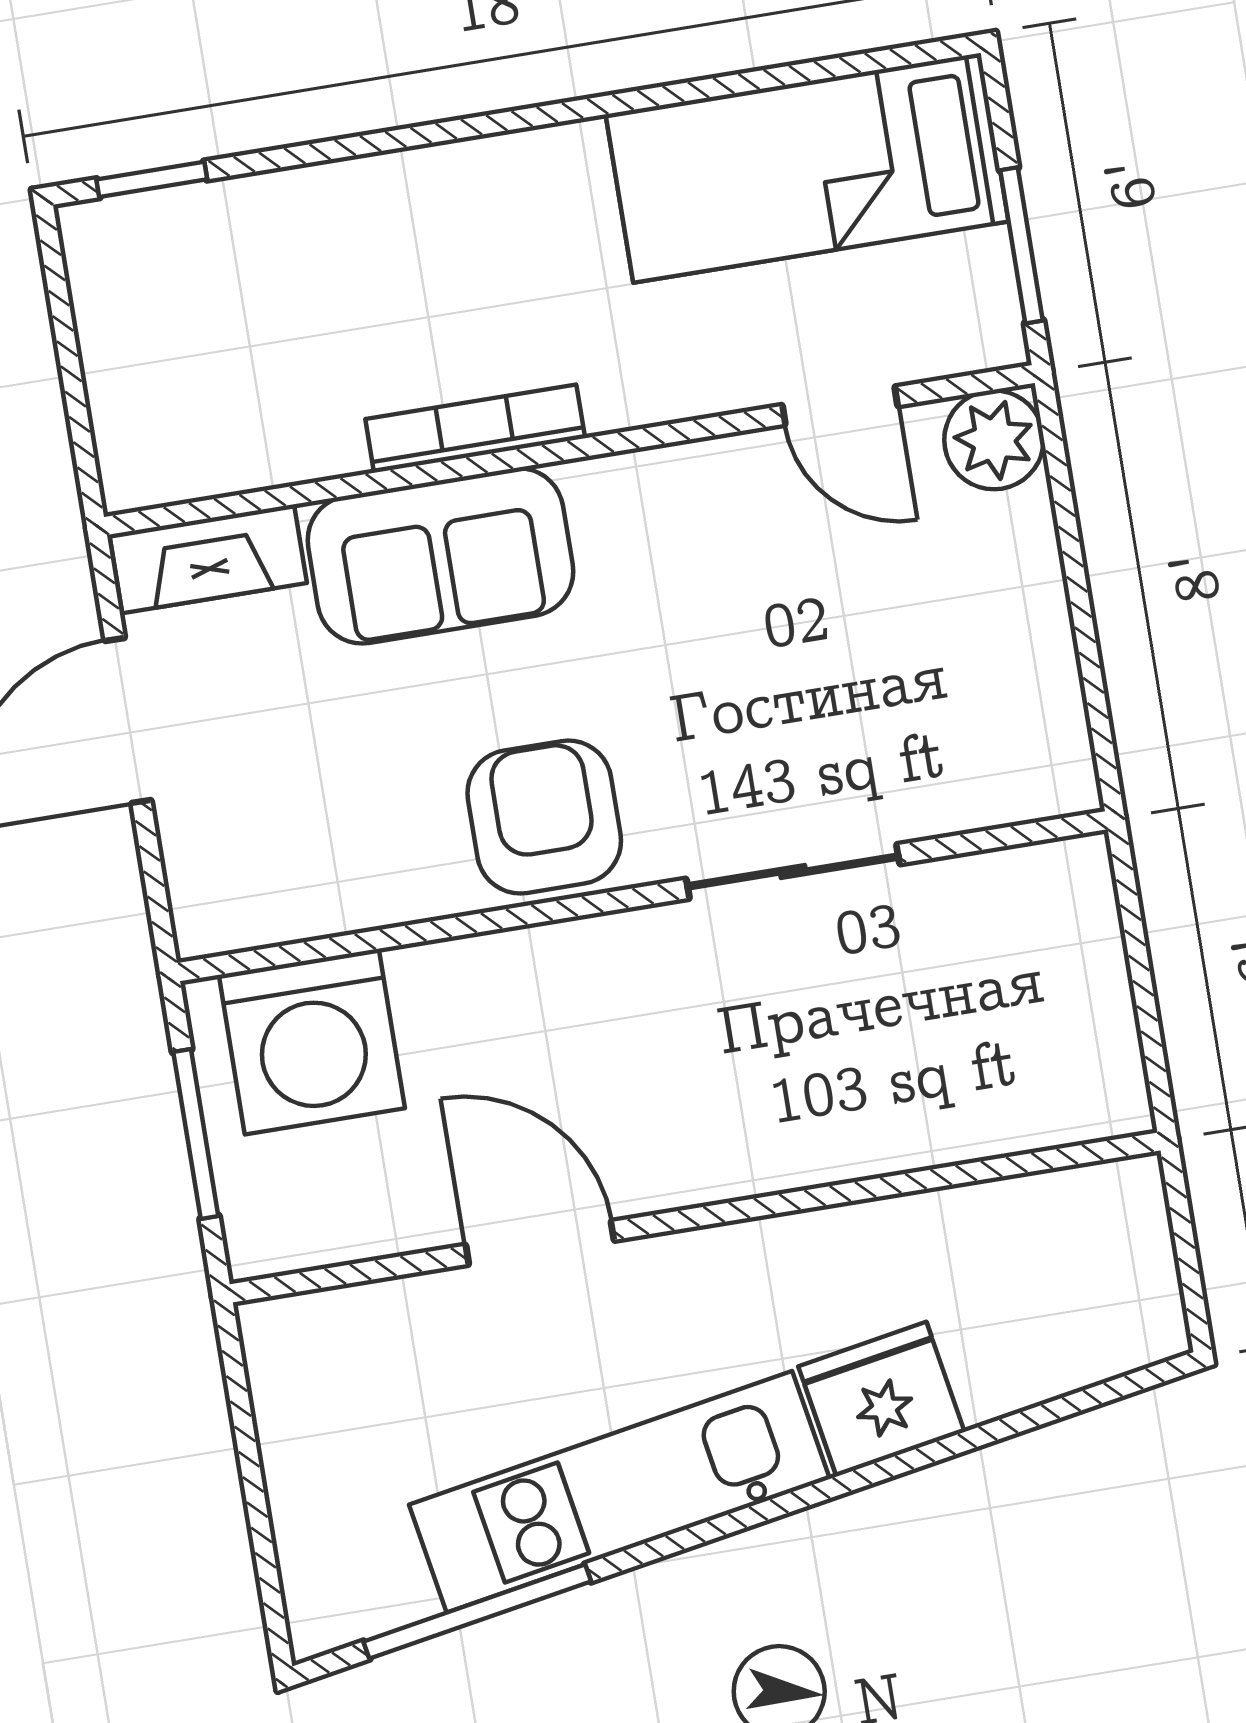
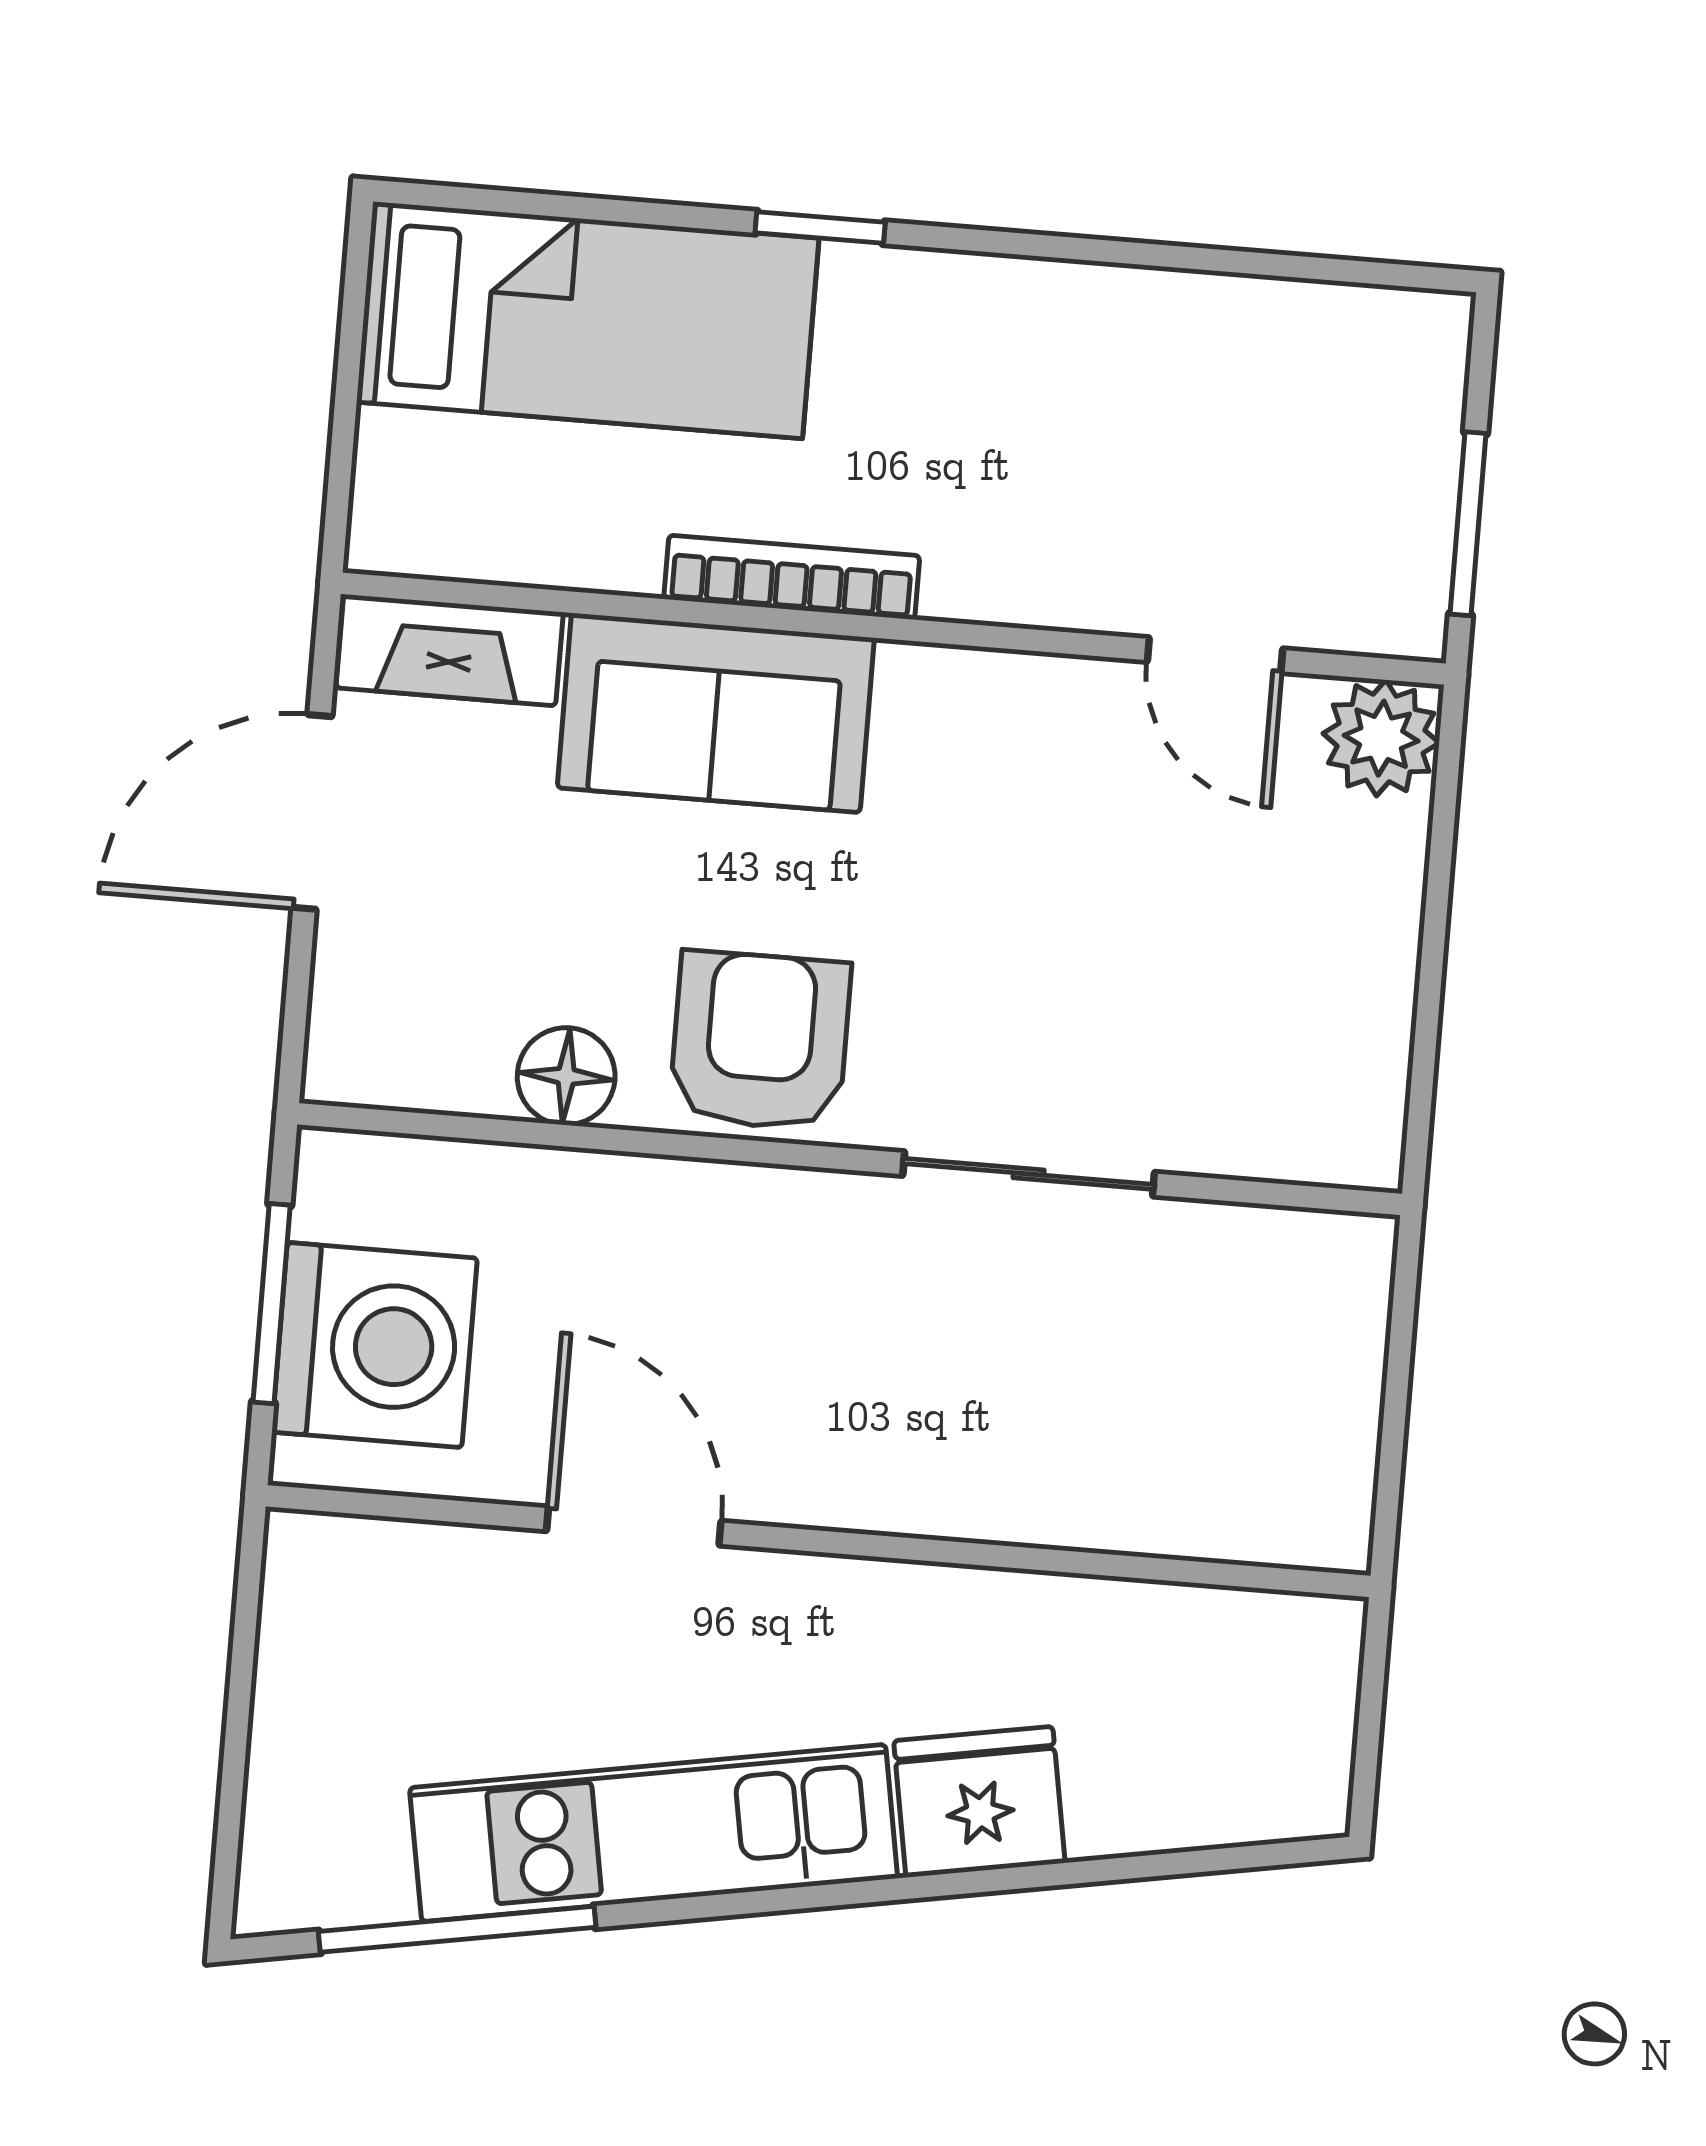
bed: (807, 168) -> (588, 320), moved, turned 180
window: (152, 179) -> (820, 228), moved
floor lamp: (392, 886) -> (566, 1076), added
washing machine: (312, 1042) -> (375, 1345), moved, turned -90

